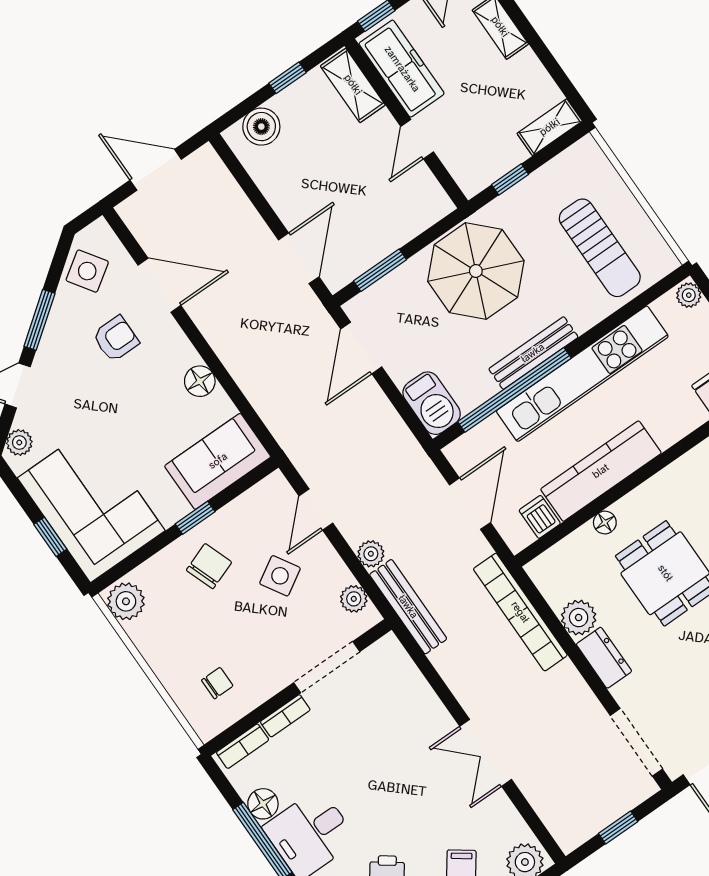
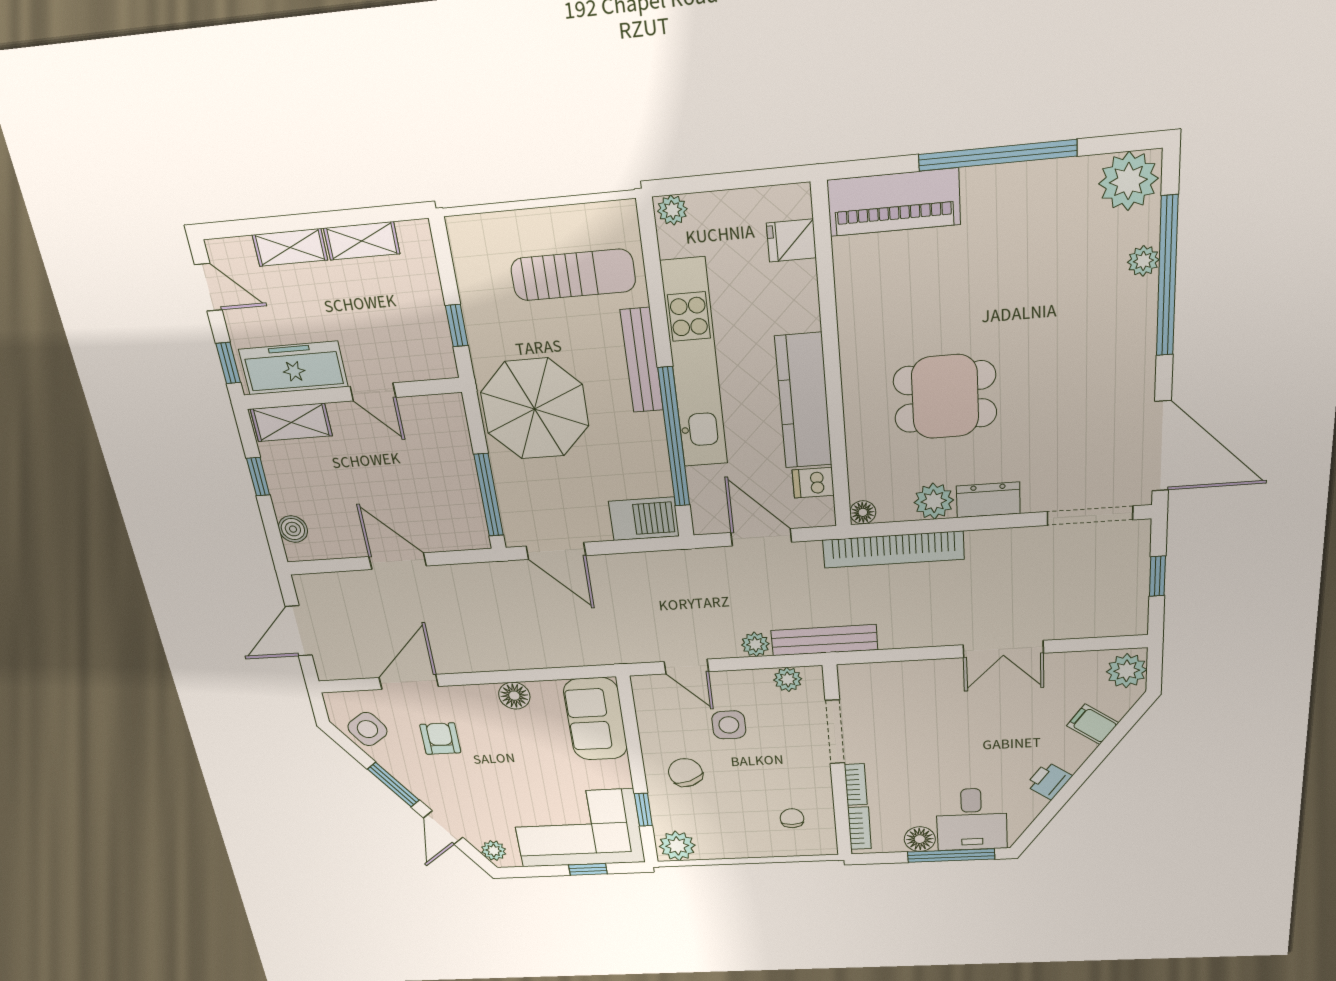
boiler: (261, 127) -> (293, 529), width x0.73, depth x0.73
shelving: (550, 127) -> (362, 241), moved, turned 90
door: (299, 258) -> (398, 561), moved
window: (380, 270) -> (489, 495), width x1.44
bench: (533, 353) -> (642, 360), moved
window: (195, 518) -> (643, 810), moved
floor lamp: (605, 523) -> (863, 512), moved
side table: (280, 576) -> (729, 725), turned 31

